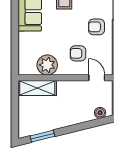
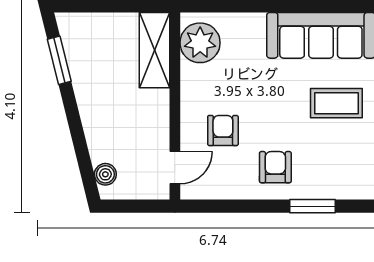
plant: (47, 65) -> (200, 43), moved

